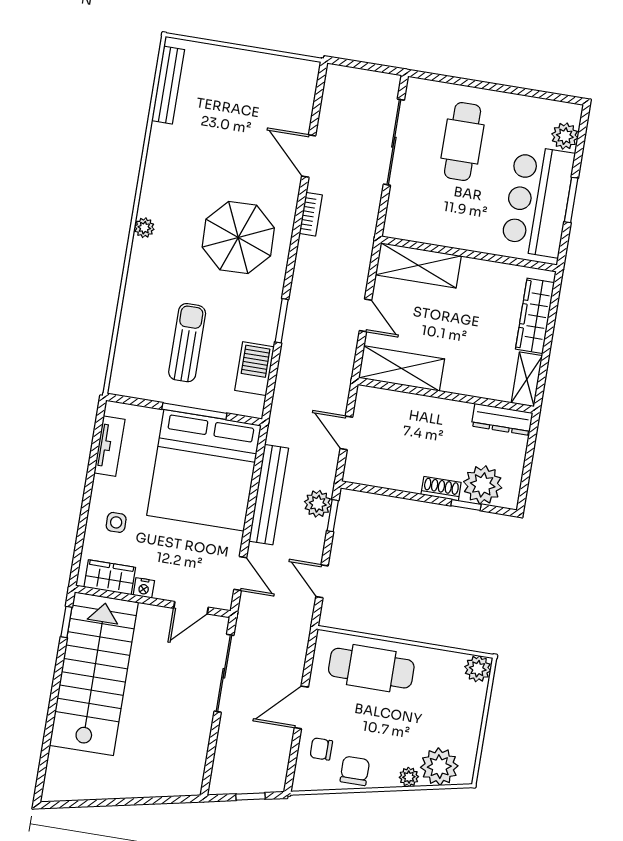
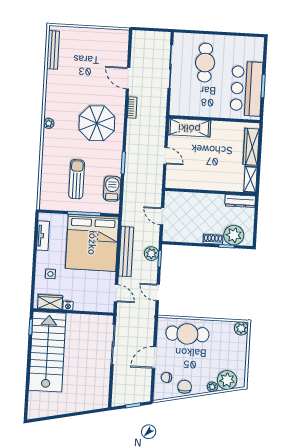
plant: (565, 136) -> (257, 54), removed
shelving: (402, 368) -> (186, 181), removed
door: (191, 608) -> (93, 313), removed

